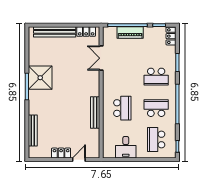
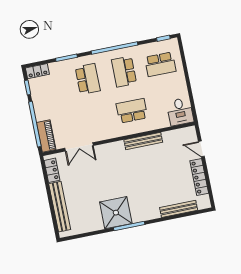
piano: (130, 32) -> (46, 136), moved
desk: (126, 147) -> (180, 112), moved, turned 90
locker: (61, 153) -> (199, 177), width x1.53

